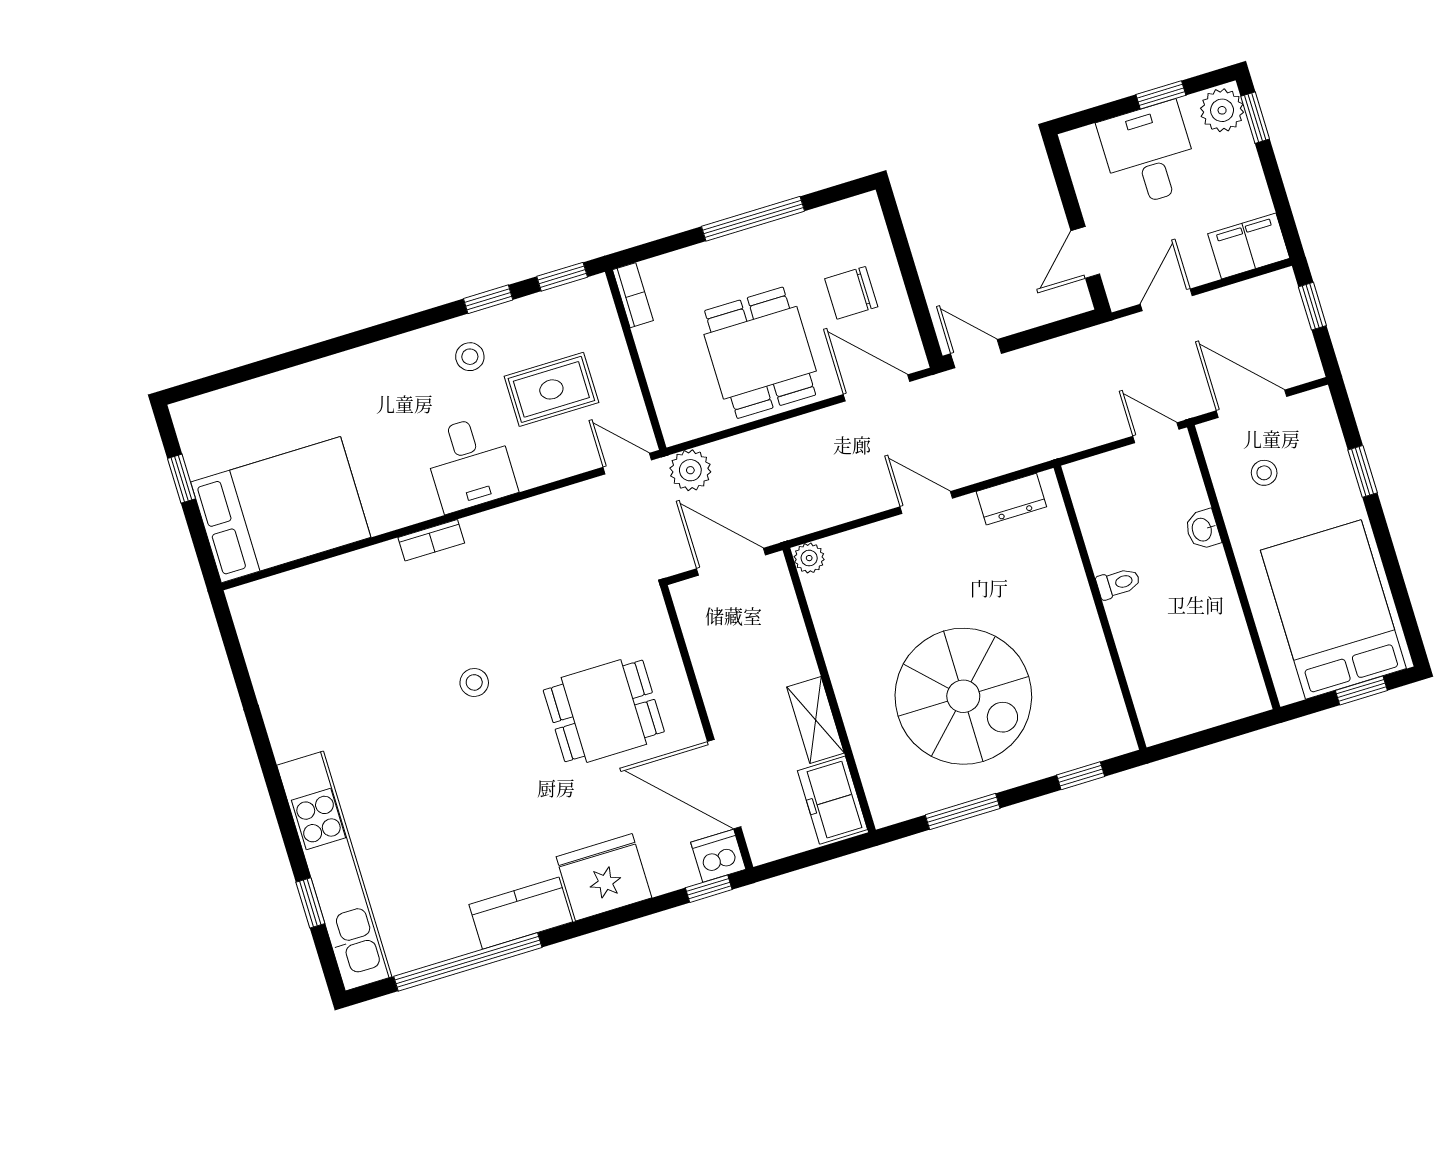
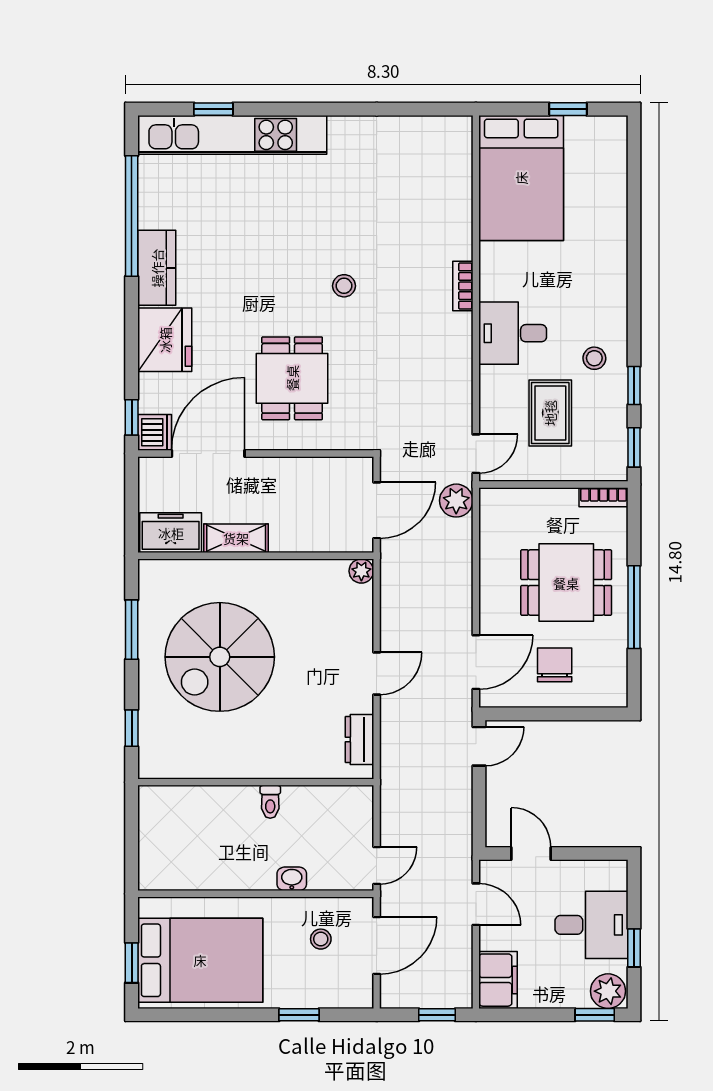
dining table: (760, 353) -> (566, 583), moved

